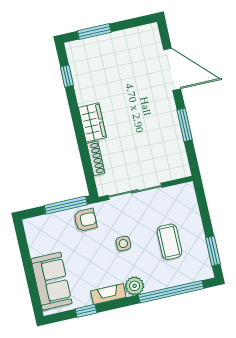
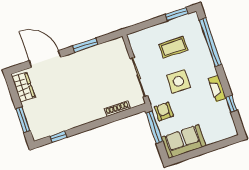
door: (172, 69) -> (45, 59), hinge flipped
wardrobe: (92, 122) -> (23, 87), moved, turned 90
side table: (123, 244) -> (178, 81), width x1.87, depth x1.87
sofa: (51, 281) -> (184, 141), moved
plant: (135, 286) -> (209, 70), removed

